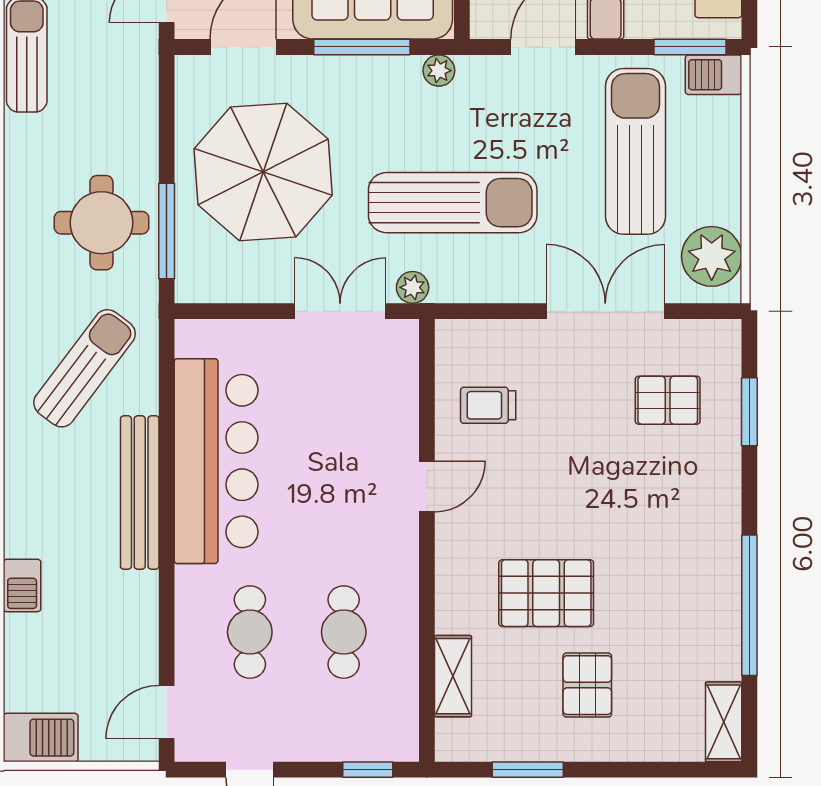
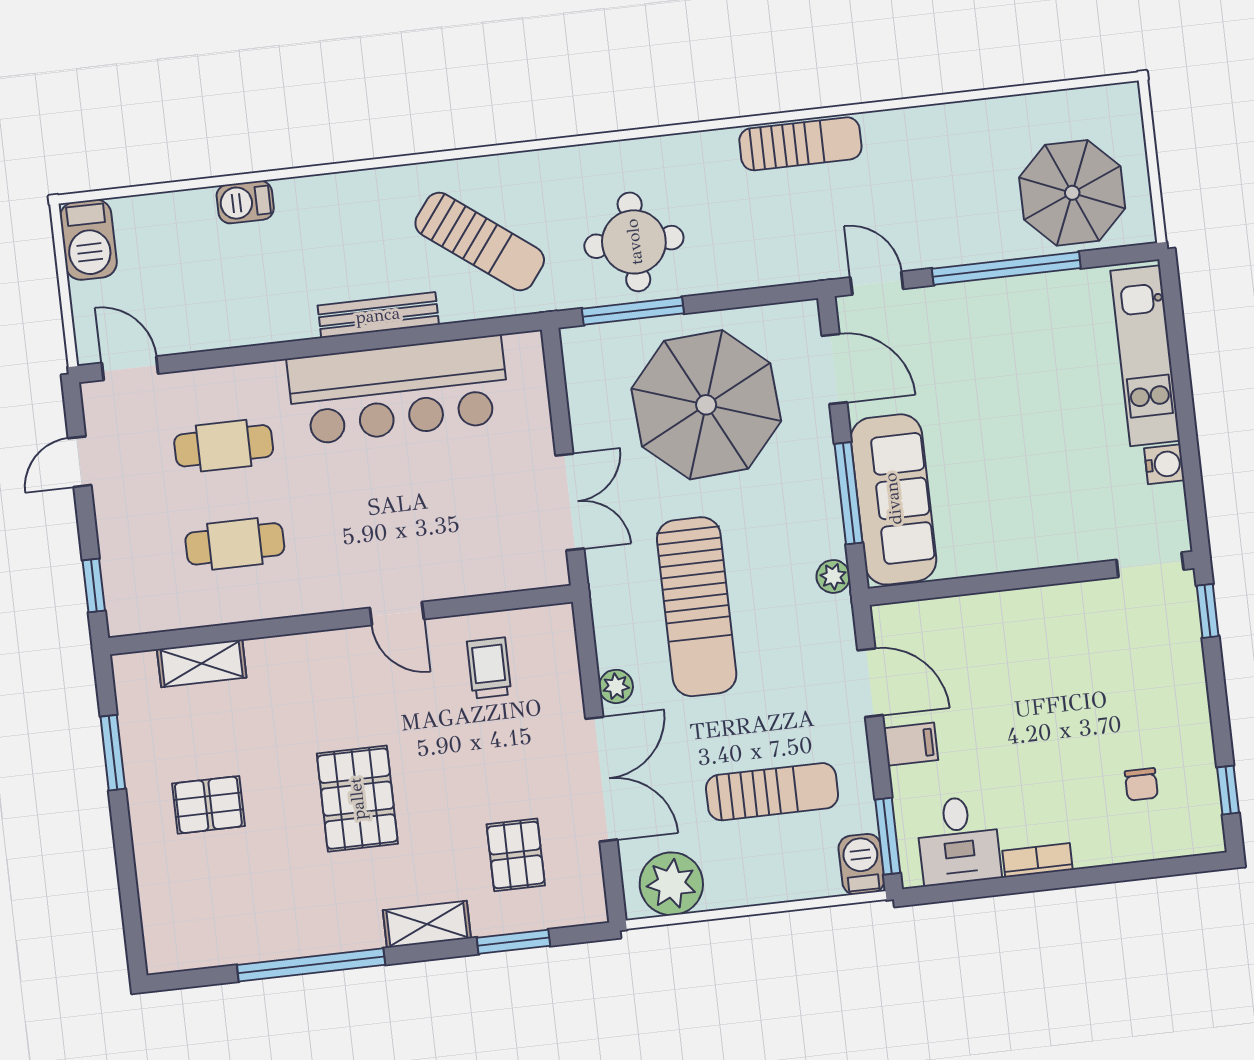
sun lounger: (636, 151) -> (772, 792), width x0.73, depth x0.75
plant: (413, 287) -> (616, 686), moved
bench: (140, 493) -> (378, 315), width x0.73, depth x0.82
pallet: (546, 593) -> (357, 799), moved
shelving: (724, 722) -> (427, 924), moved

